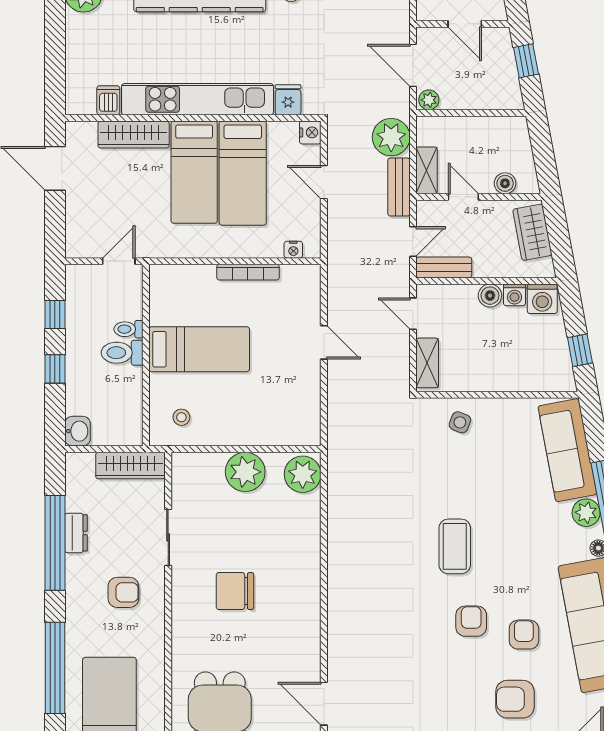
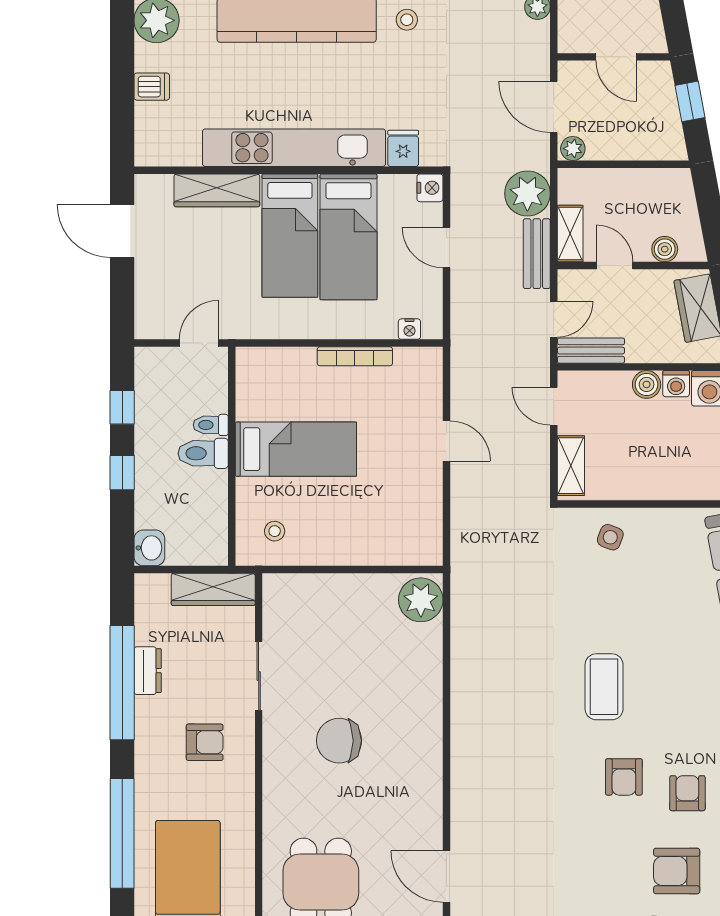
dishwasher: (108, 100) -> (152, 87), moved, turned 90
plant: (245, 472) -> (351, 597), removed
armchair: (471, 621) -> (624, 777), turned 180

